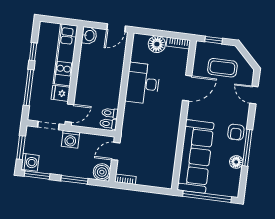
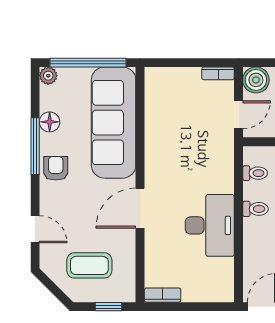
floor lamp: (157, 44) -> (196, 289), removed
door: (187, 88) -> (140, 208), moved
toilet: (108, 124) -> (255, 209), moved
plant: (233, 191) -> (48, 76), added

